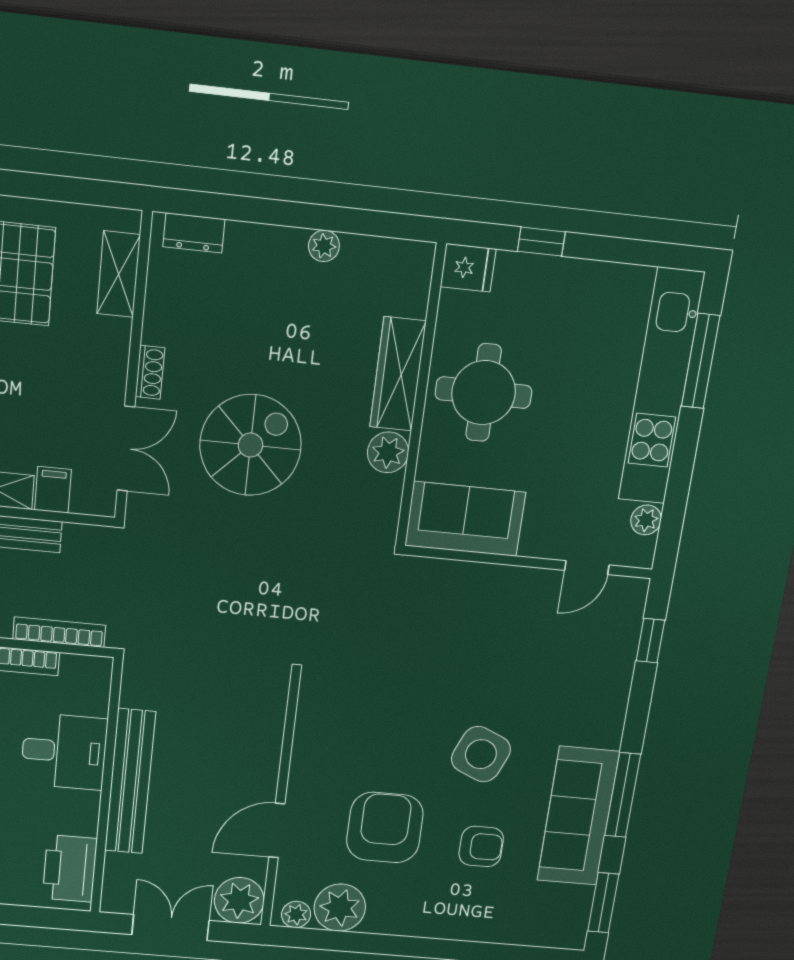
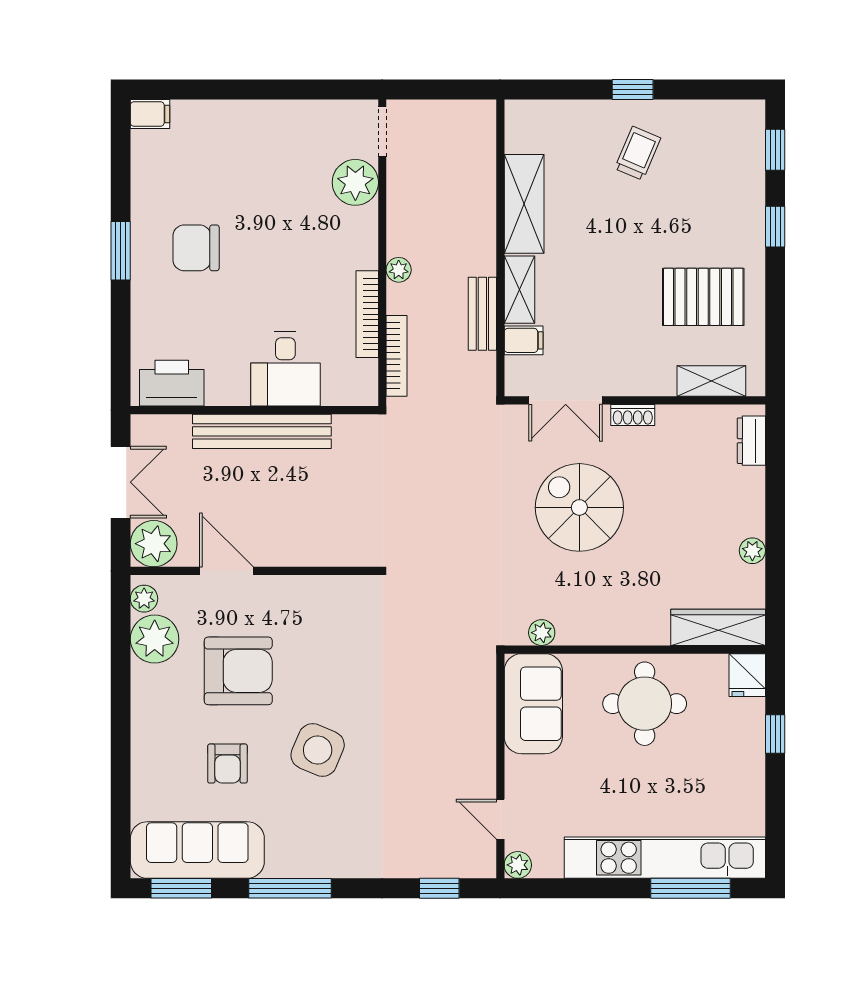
wardrobe: (398, 374) -> (718, 627), moved
spiral stairs: (251, 445) -> (579, 507), turned 180
plant: (388, 452) -> (542, 633), moved, width x0.73, depth x0.73
plant: (646, 520) -> (518, 865), moved
sofa: (578, 816) -> (197, 850), moved

